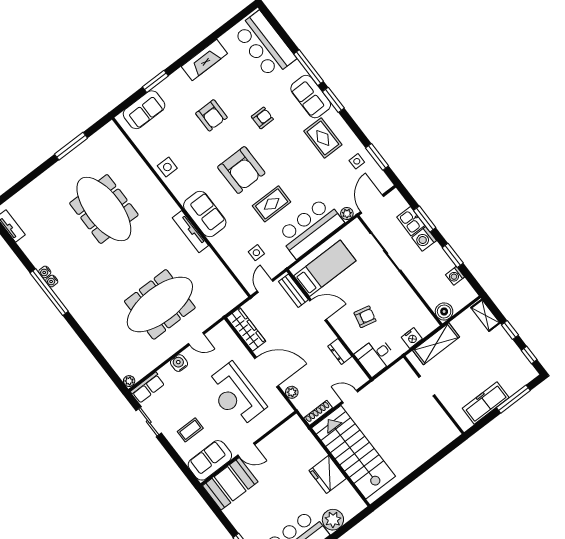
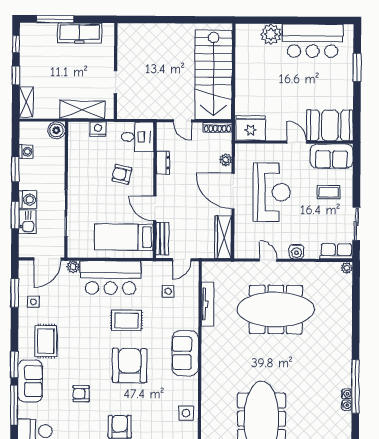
tv unit: (190, 232) -> (207, 304), moved
fridge: (328, 474) -> (251, 128), moved, turned -90

